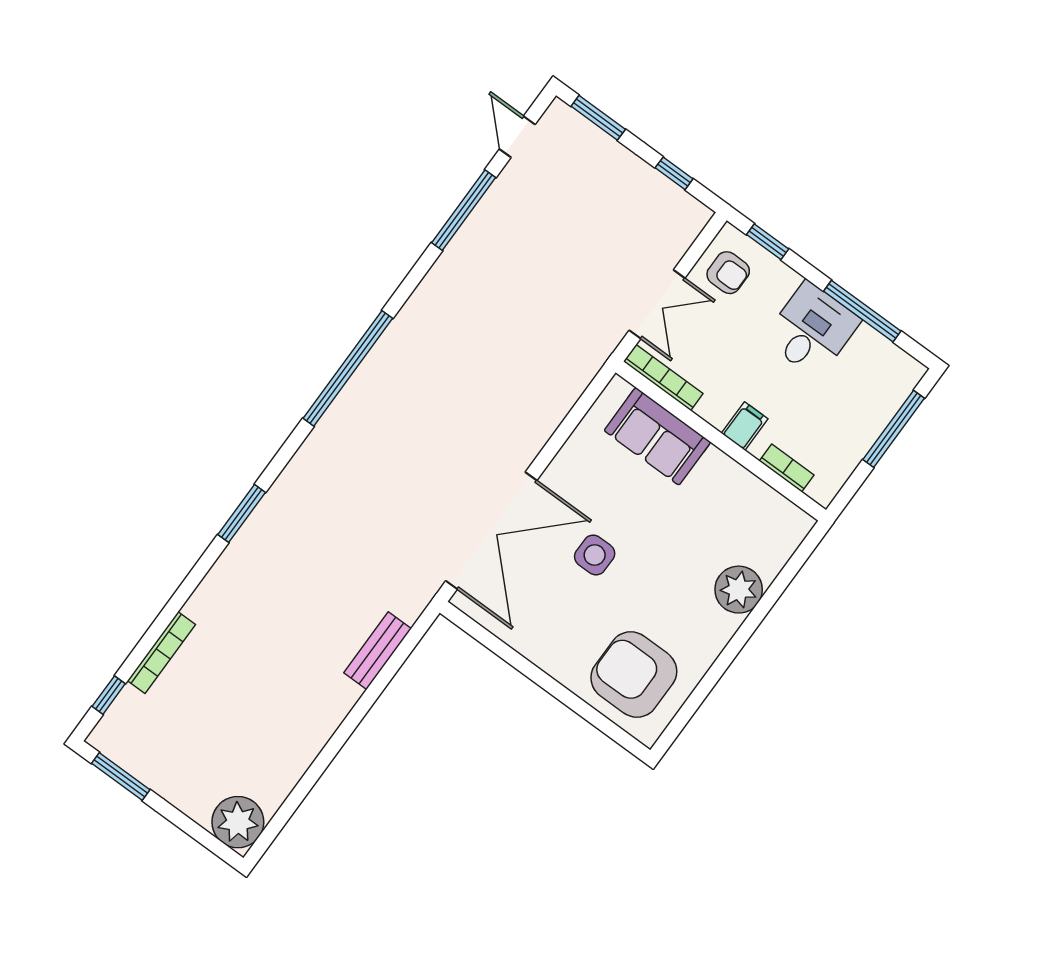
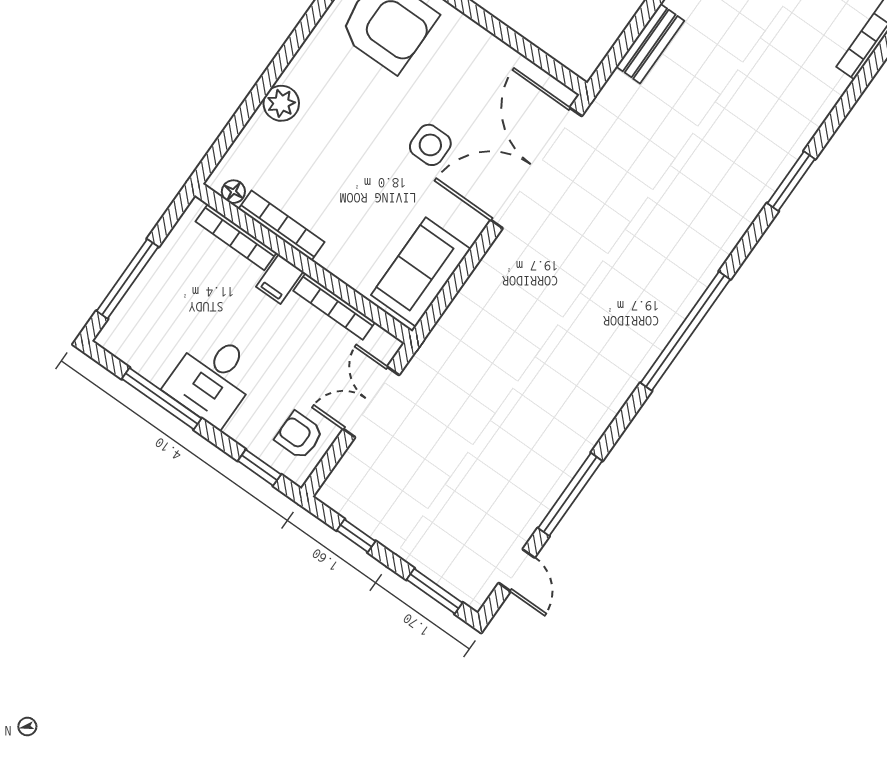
bookcase: (663, 378) -> (334, 307), moved
sofa: (657, 436) -> (421, 272), moved, turned -90
bookcase: (787, 468) -> (236, 237), width x1.56
bookcase: (742, 479) -> (281, 226), added
floor lamp: (788, 513) -> (233, 192), added
plant: (739, 590) -> (281, 103), width x0.73, depth x0.73

